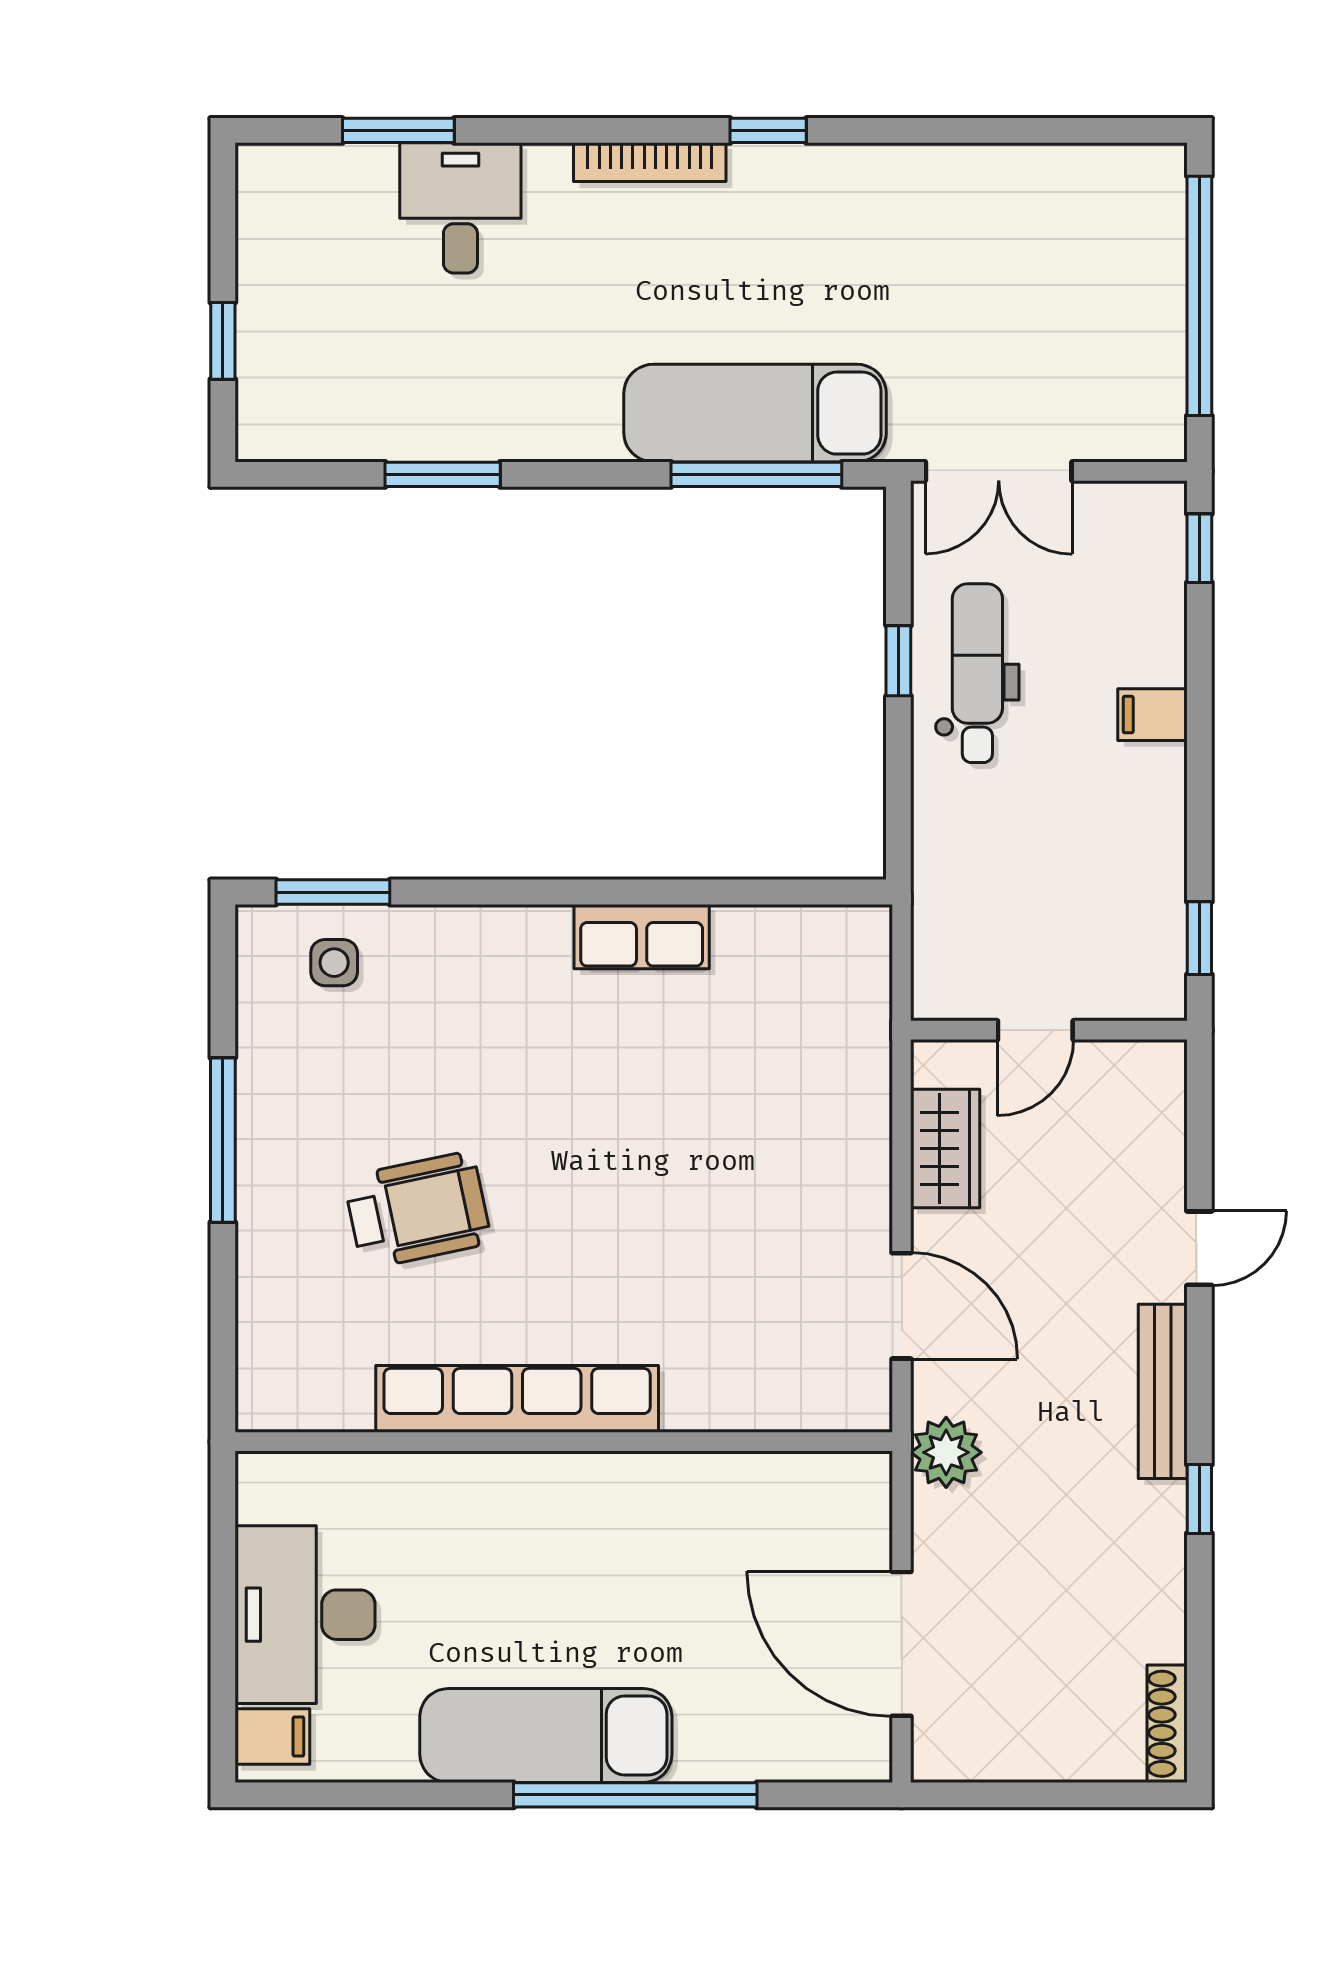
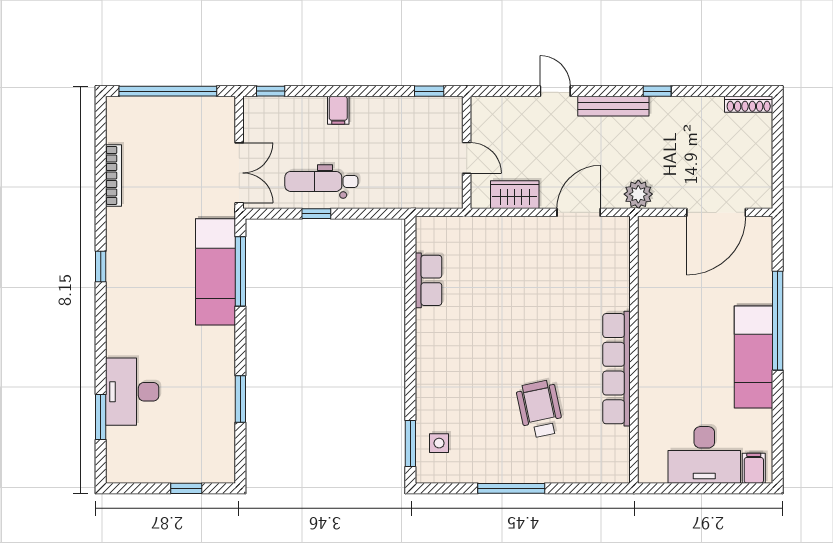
bookcase: (650, 162) -> (114, 175), moved
desk: (460, 208) -> (132, 392), width x1.37
row of seats: (642, 937) -> (428, 280), moved

